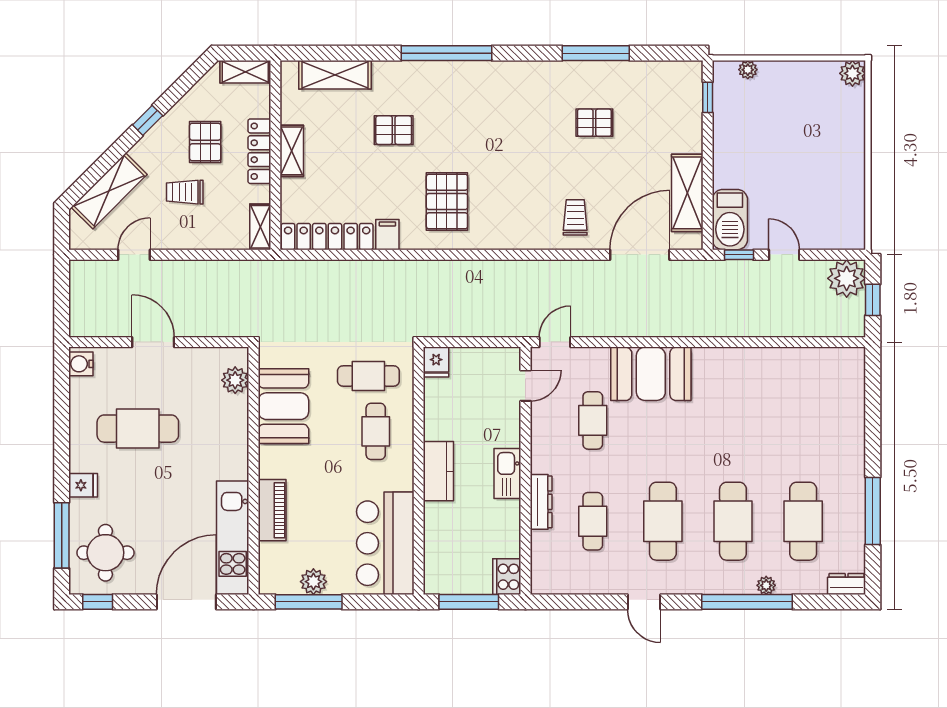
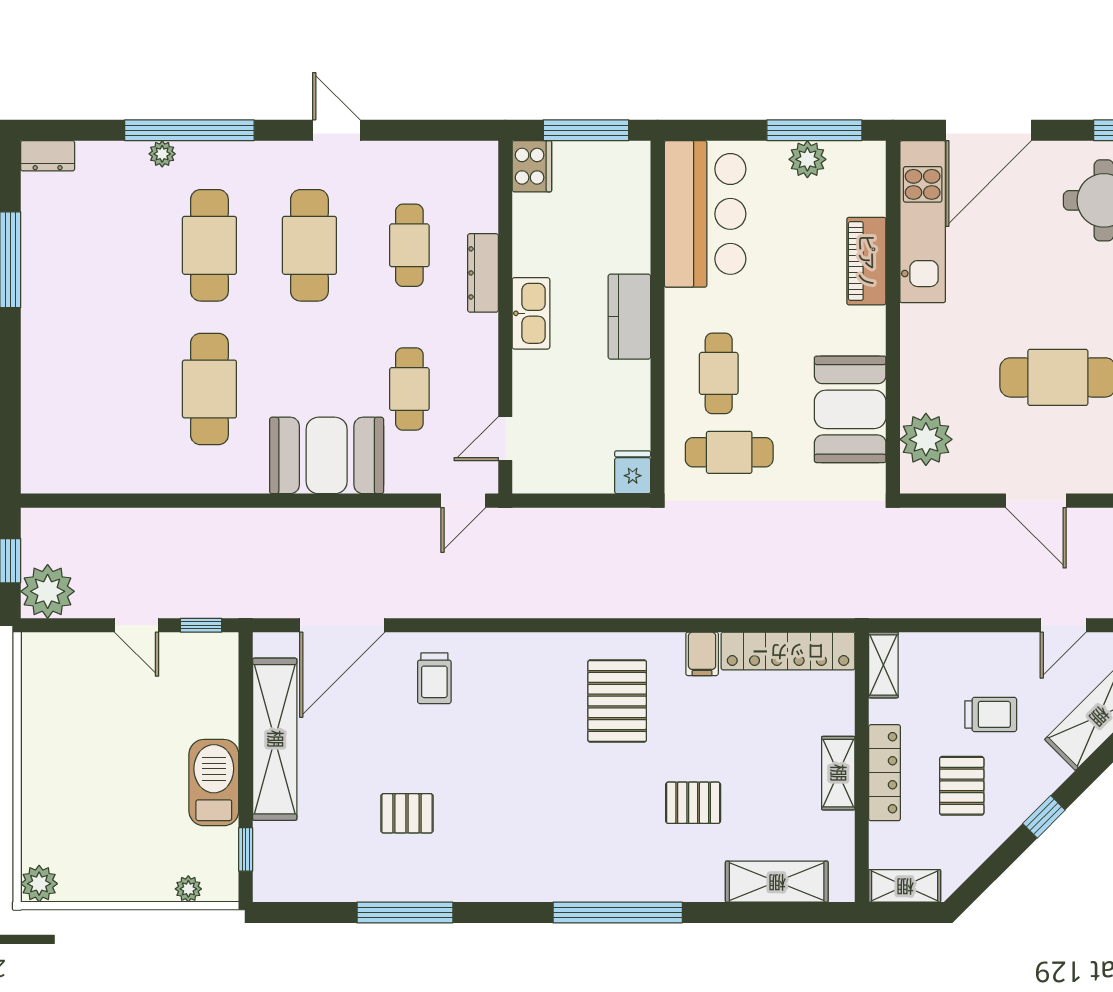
shelving: (687, 193) -> (275, 739), width x1.47
barbecue: (730, 220) -> (214, 783), moved
plant: (235, 380) -> (926, 439), width x1.36, depth x1.36
cafe table: (803, 521) -> (209, 389), moved

